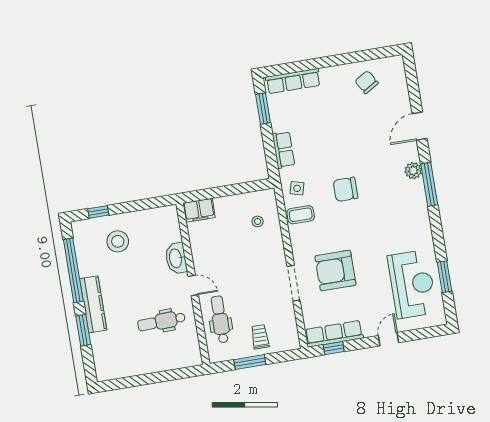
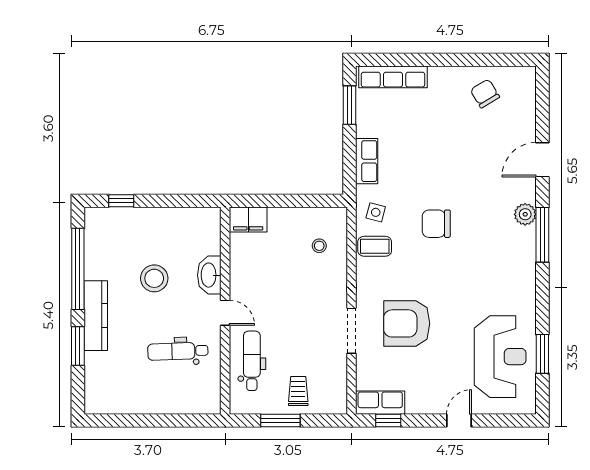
stool: (118, 241) -> (154, 278), moved
row of seats: (334, 334) -> (380, 403), width x0.68

